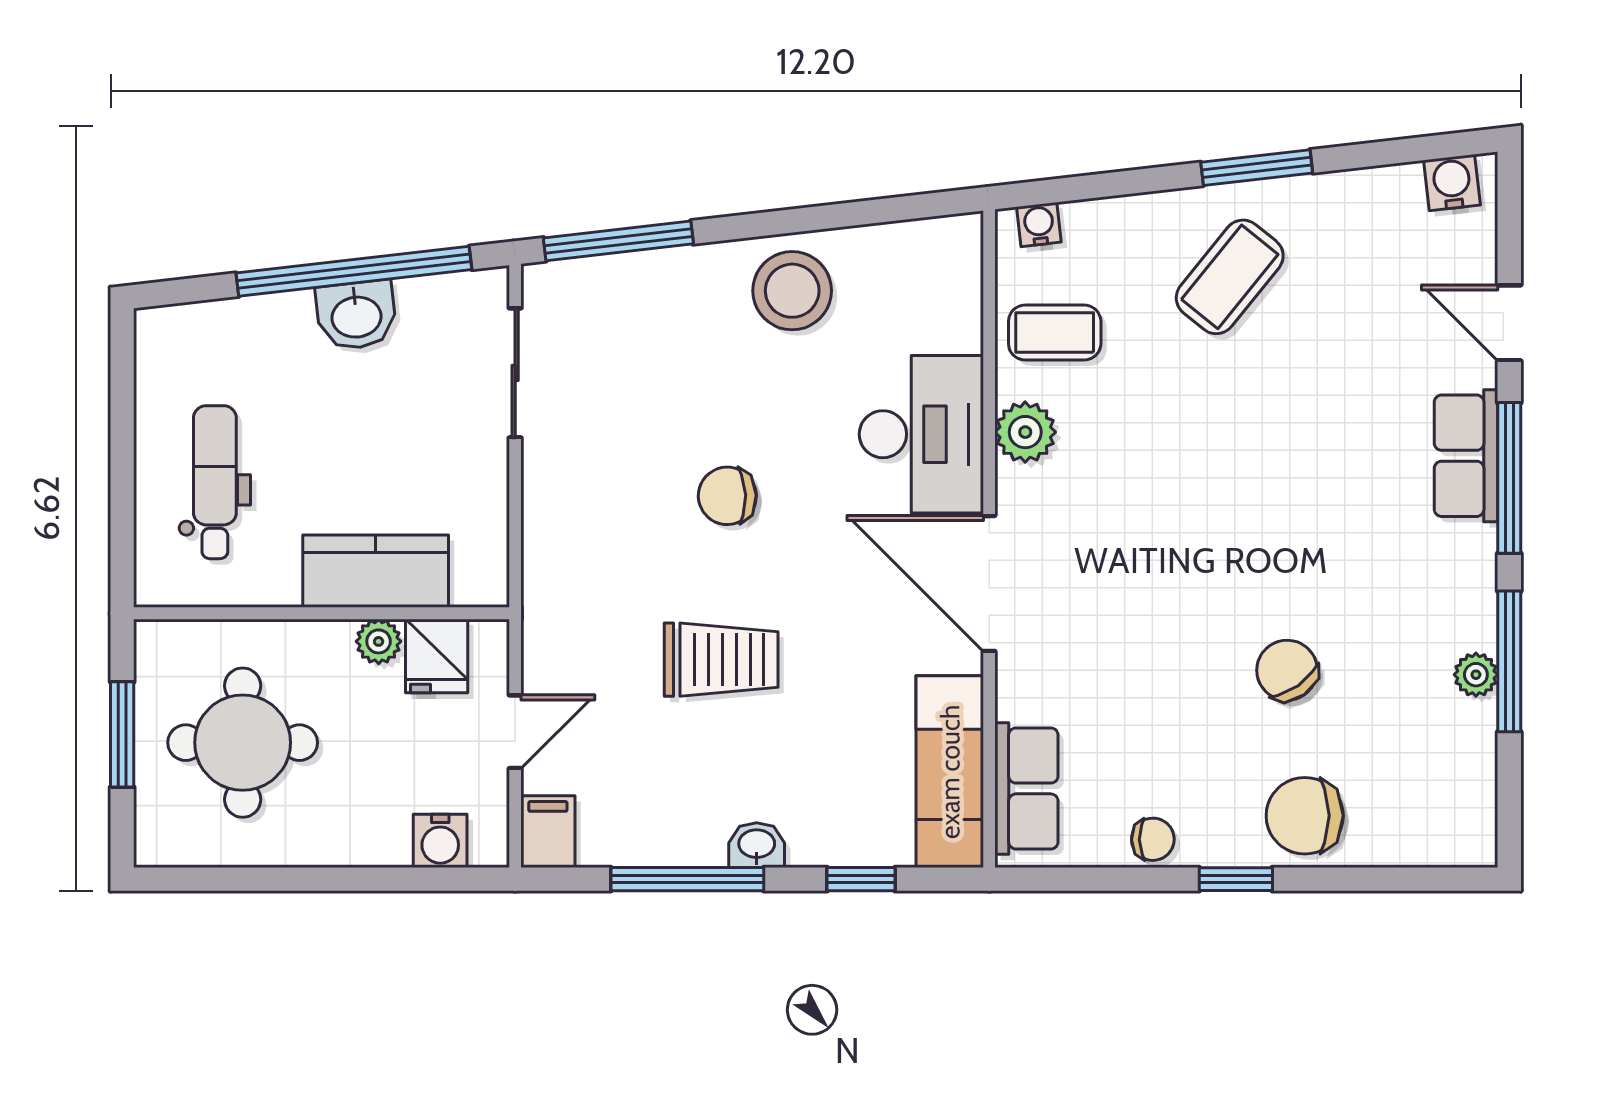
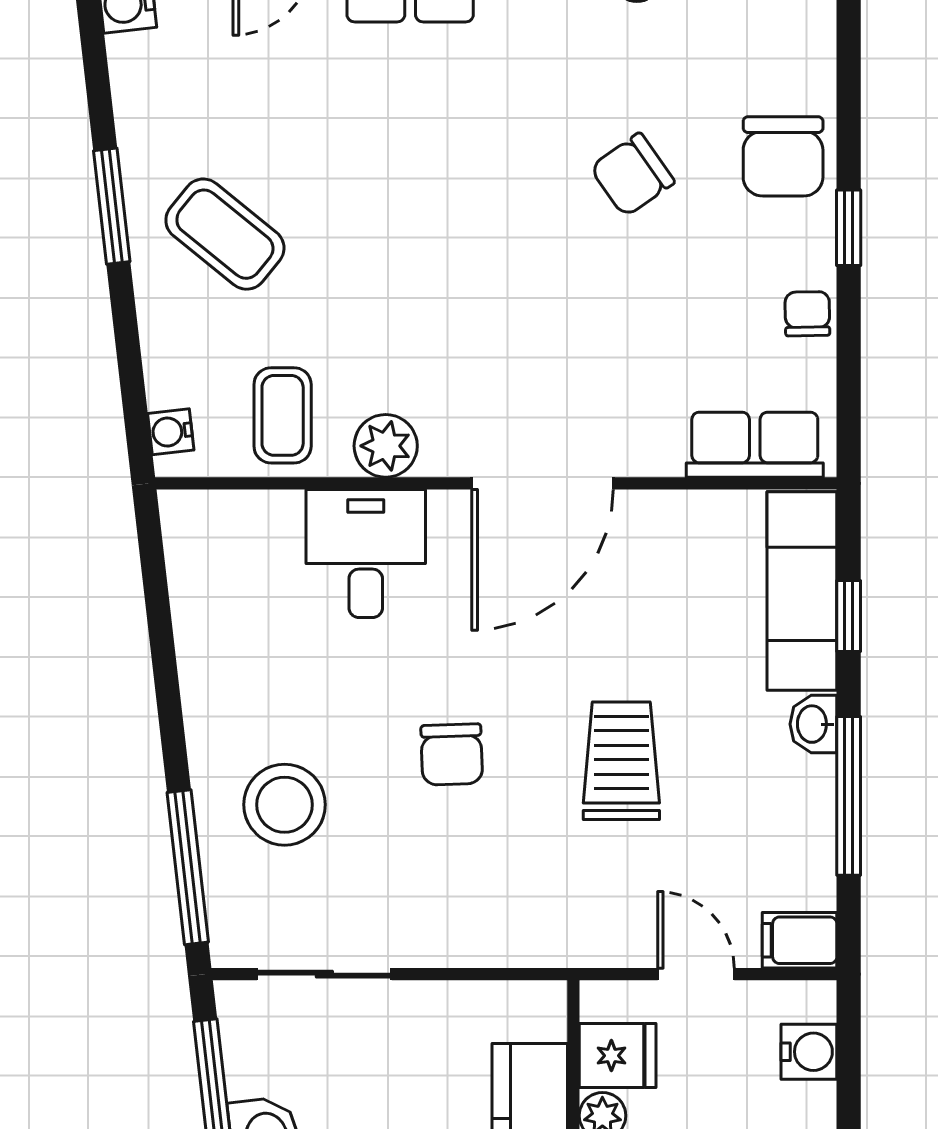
stool: (792, 291) -> (285, 805), moved
desk: (921, 434) -> (366, 553), width x0.73
exam couch: (950, 772) -> (802, 591), moved, turned 90

